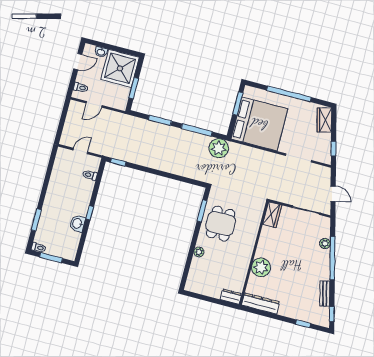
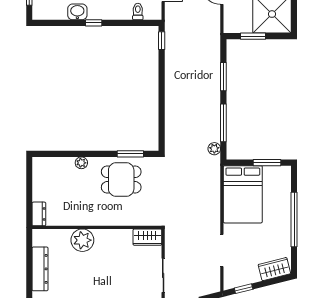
bed: (259, 124) -> (243, 194), width x0.73
plant: (219, 148) -> (214, 149), width x0.53, depth x0.53
dresser: (261, 303) -> (40, 269), moved

